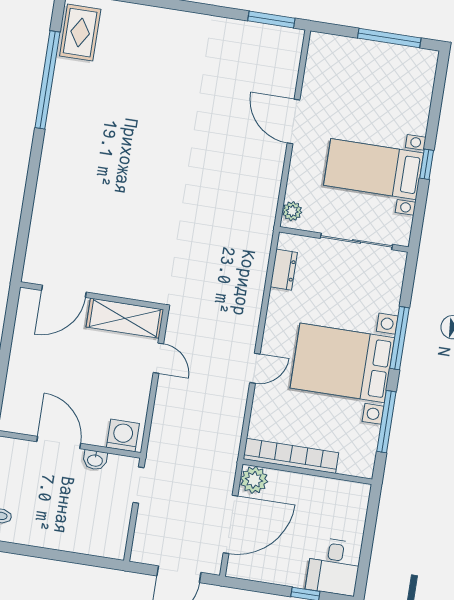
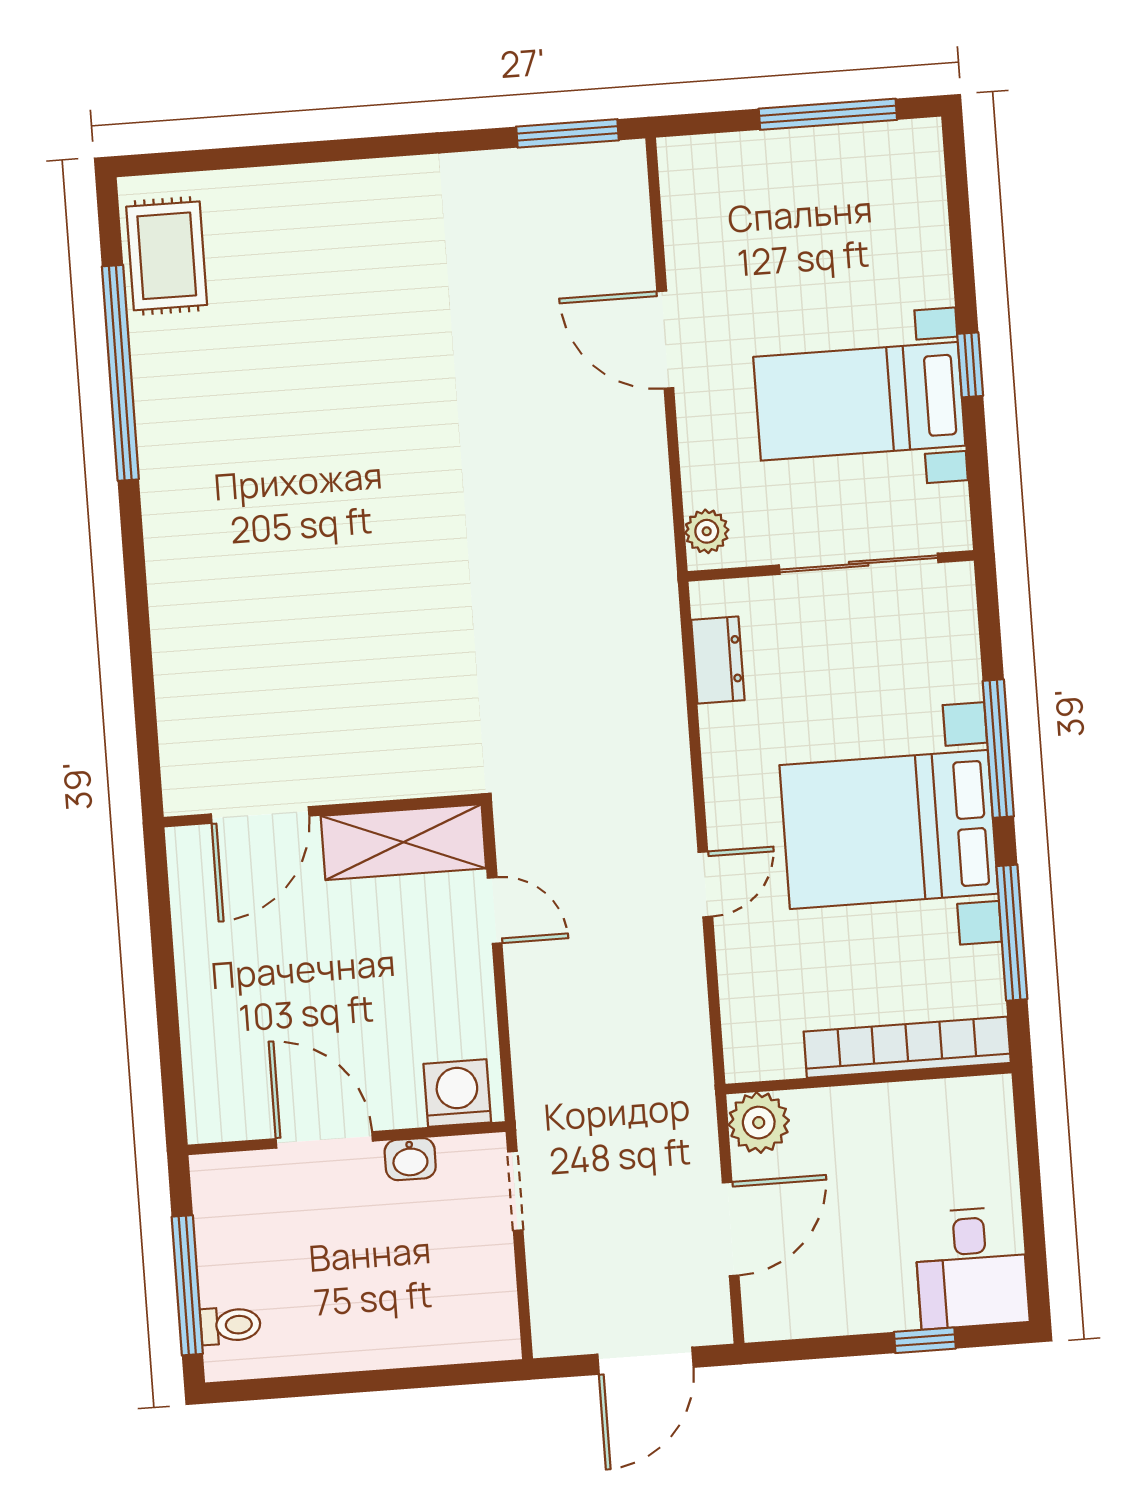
bookcase: (291, 456) -> (907, 1047), moved
door: (230, 524) -> (731, 1229), width x0.73

